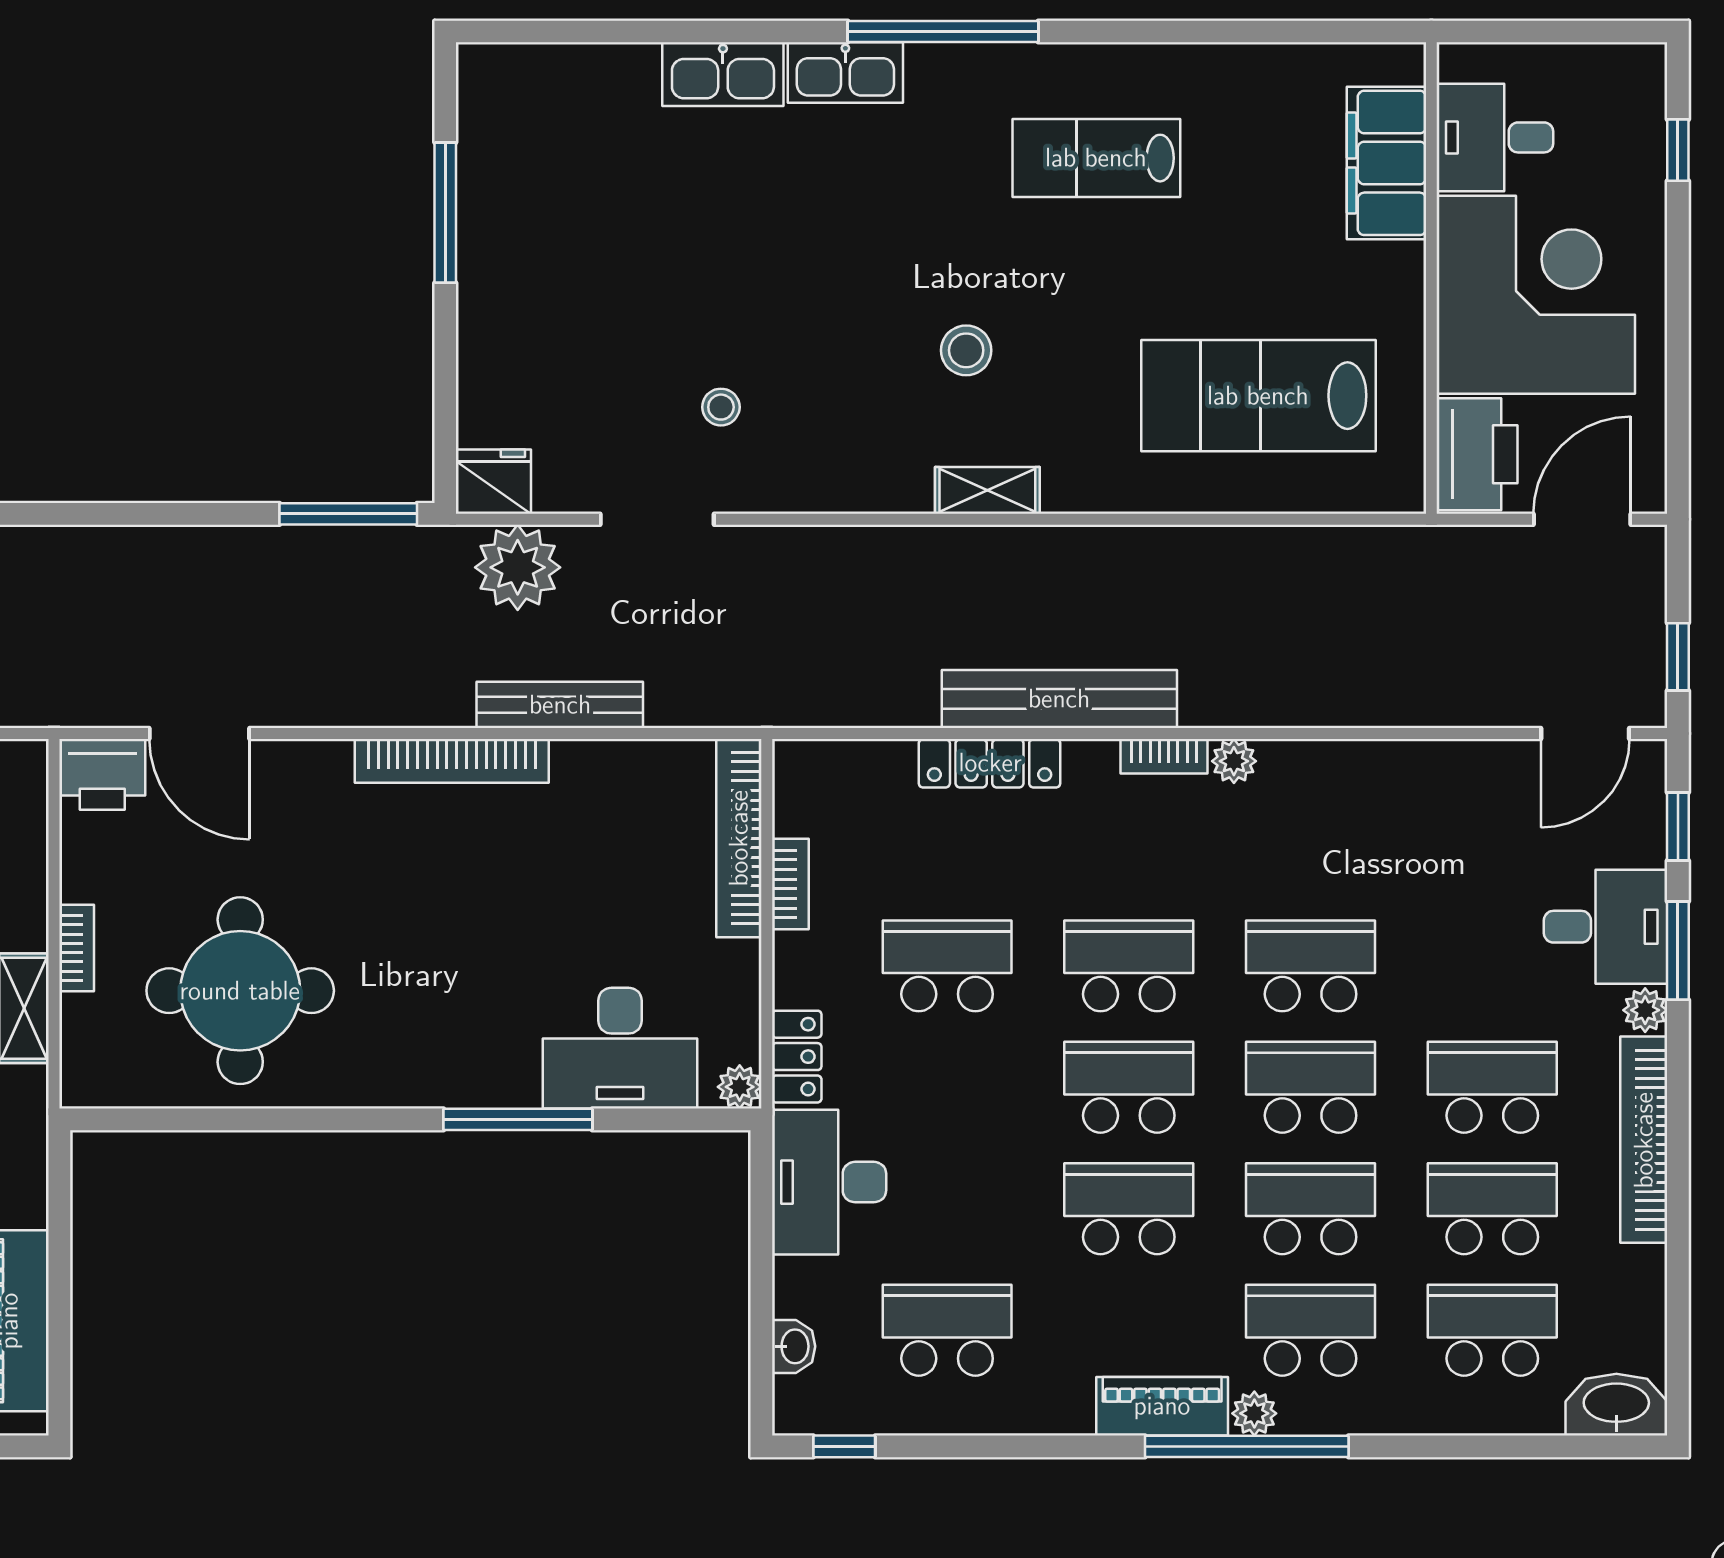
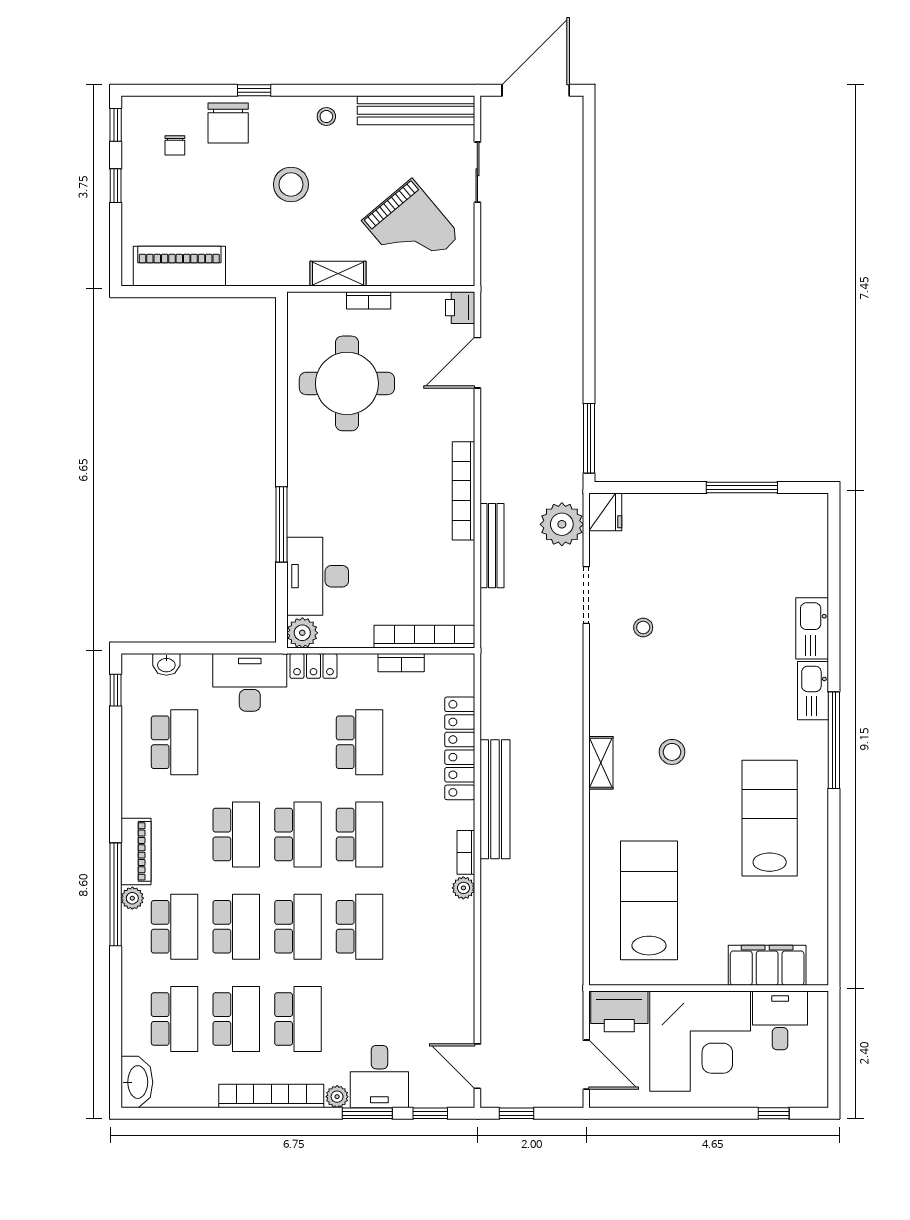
lab bench: (1096, 158) -> (770, 818), width x1.36, depth x1.39
locker: (990, 763) -> (460, 748), width x1.41, depth x1.21
printer: (102, 774) -> (460, 308), width x0.73, depth x0.81
plant: (740, 1087) -> (302, 633), width x1.38, depth x1.38

